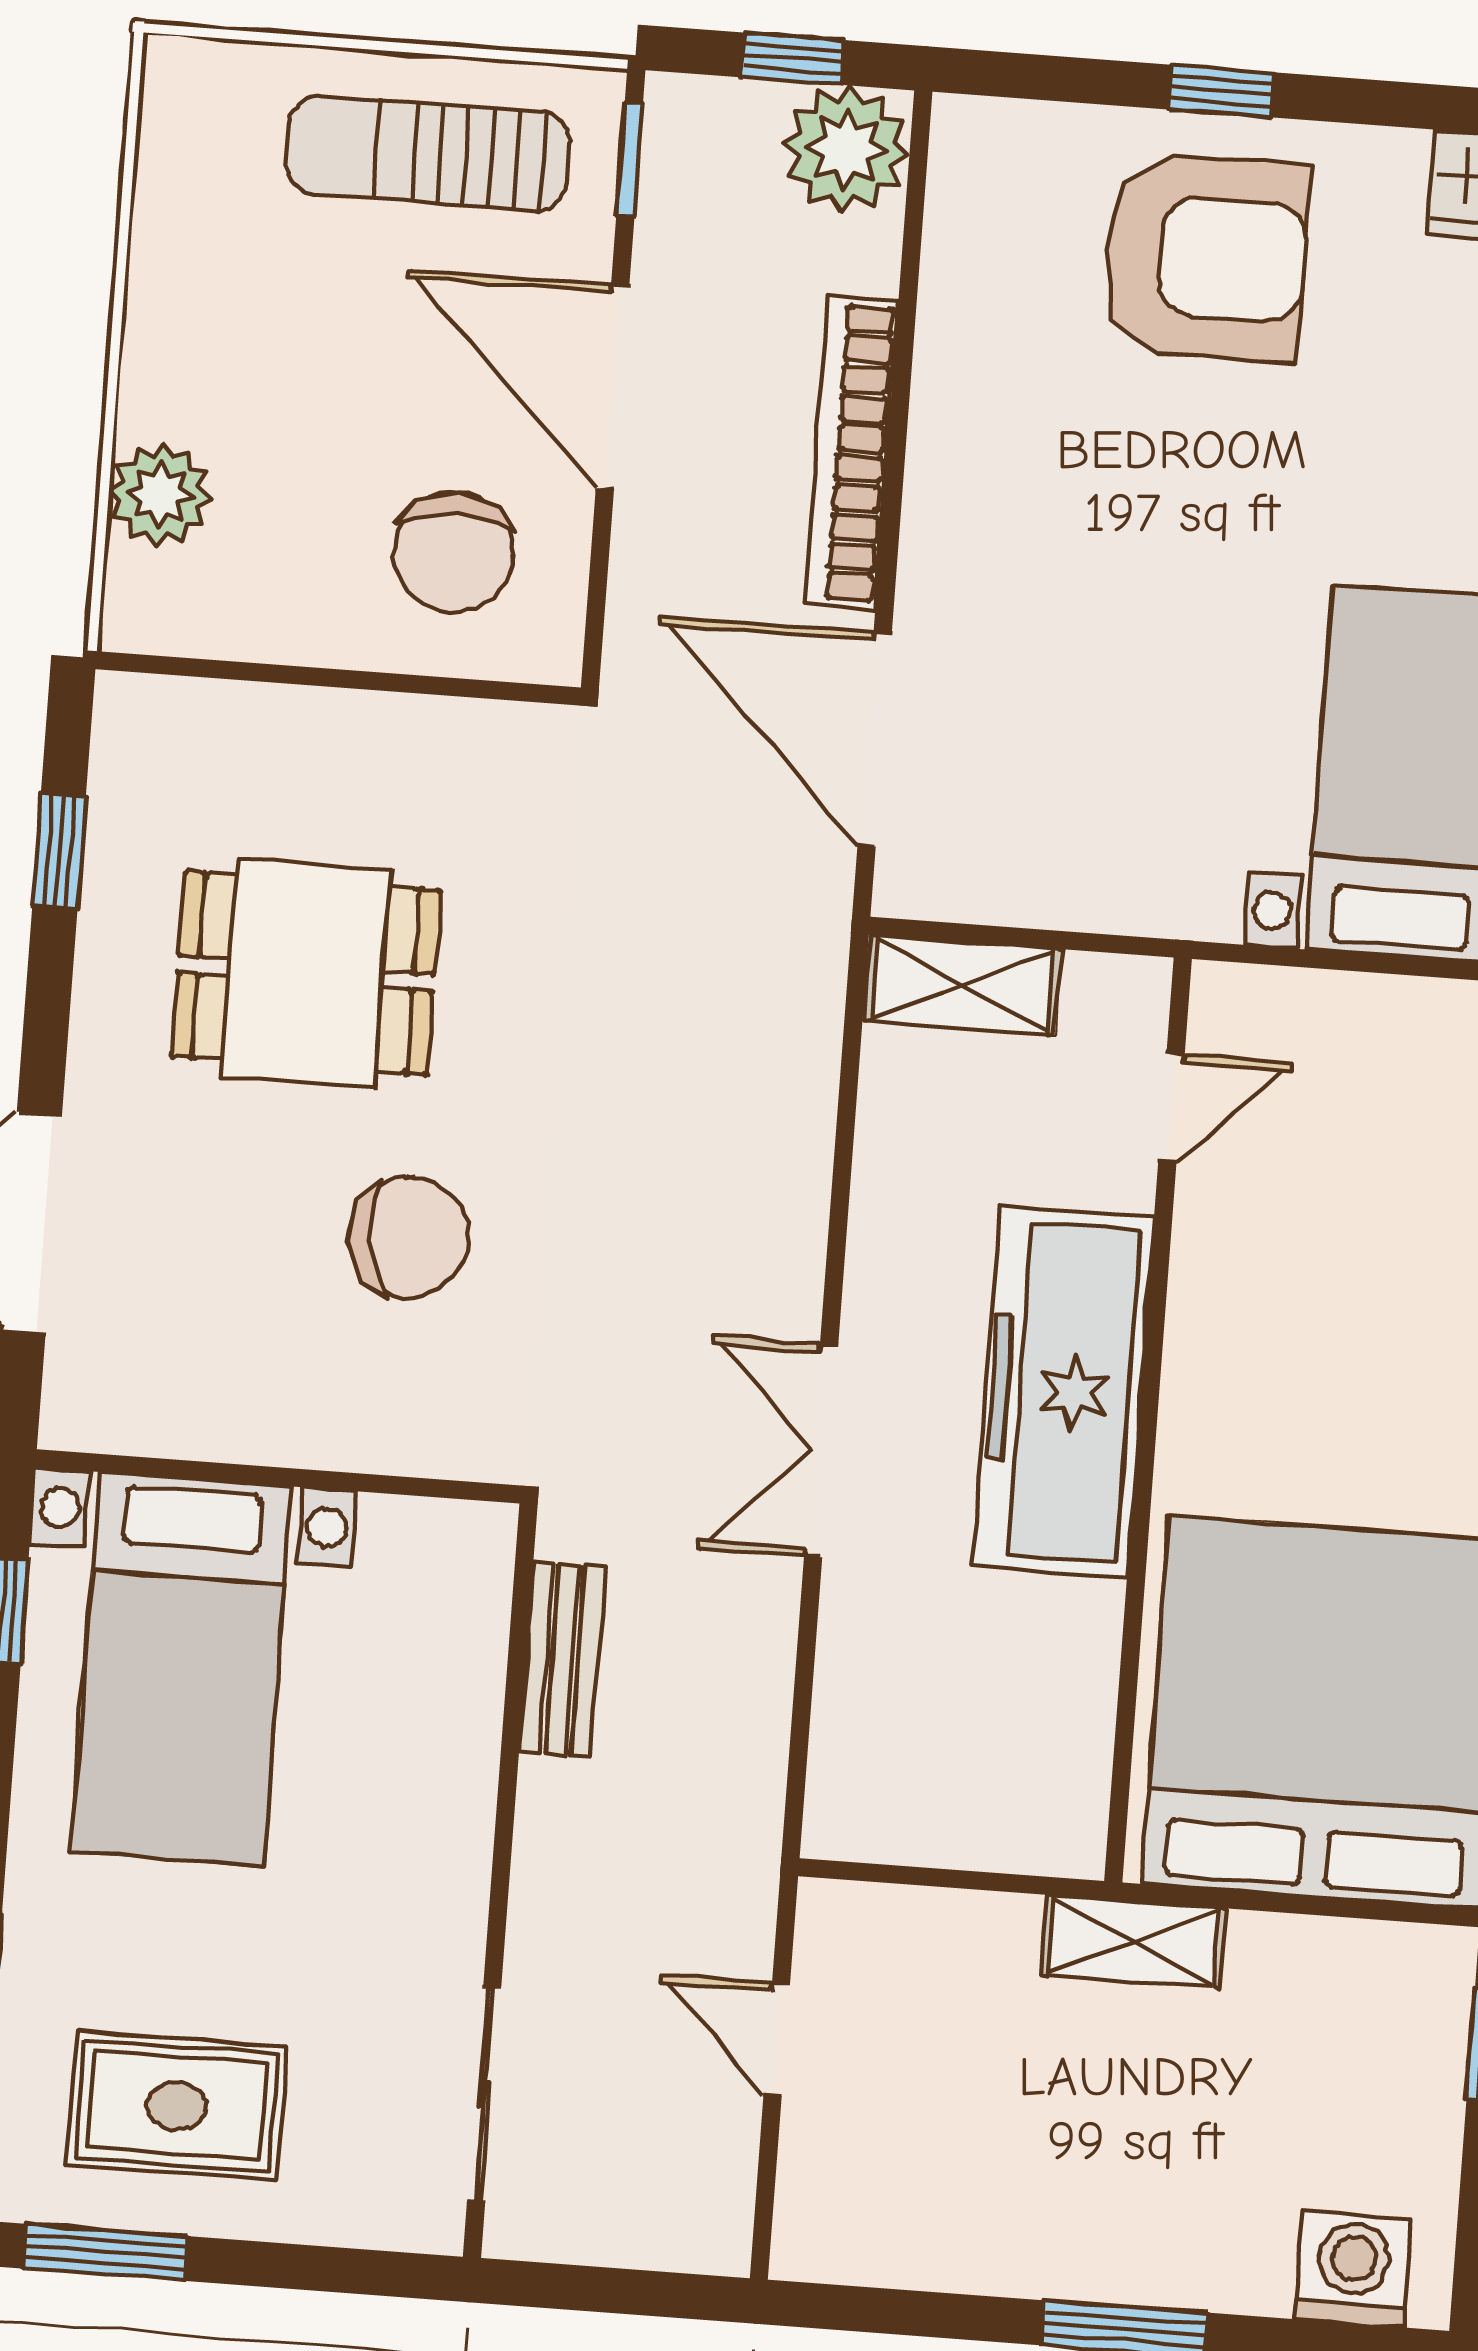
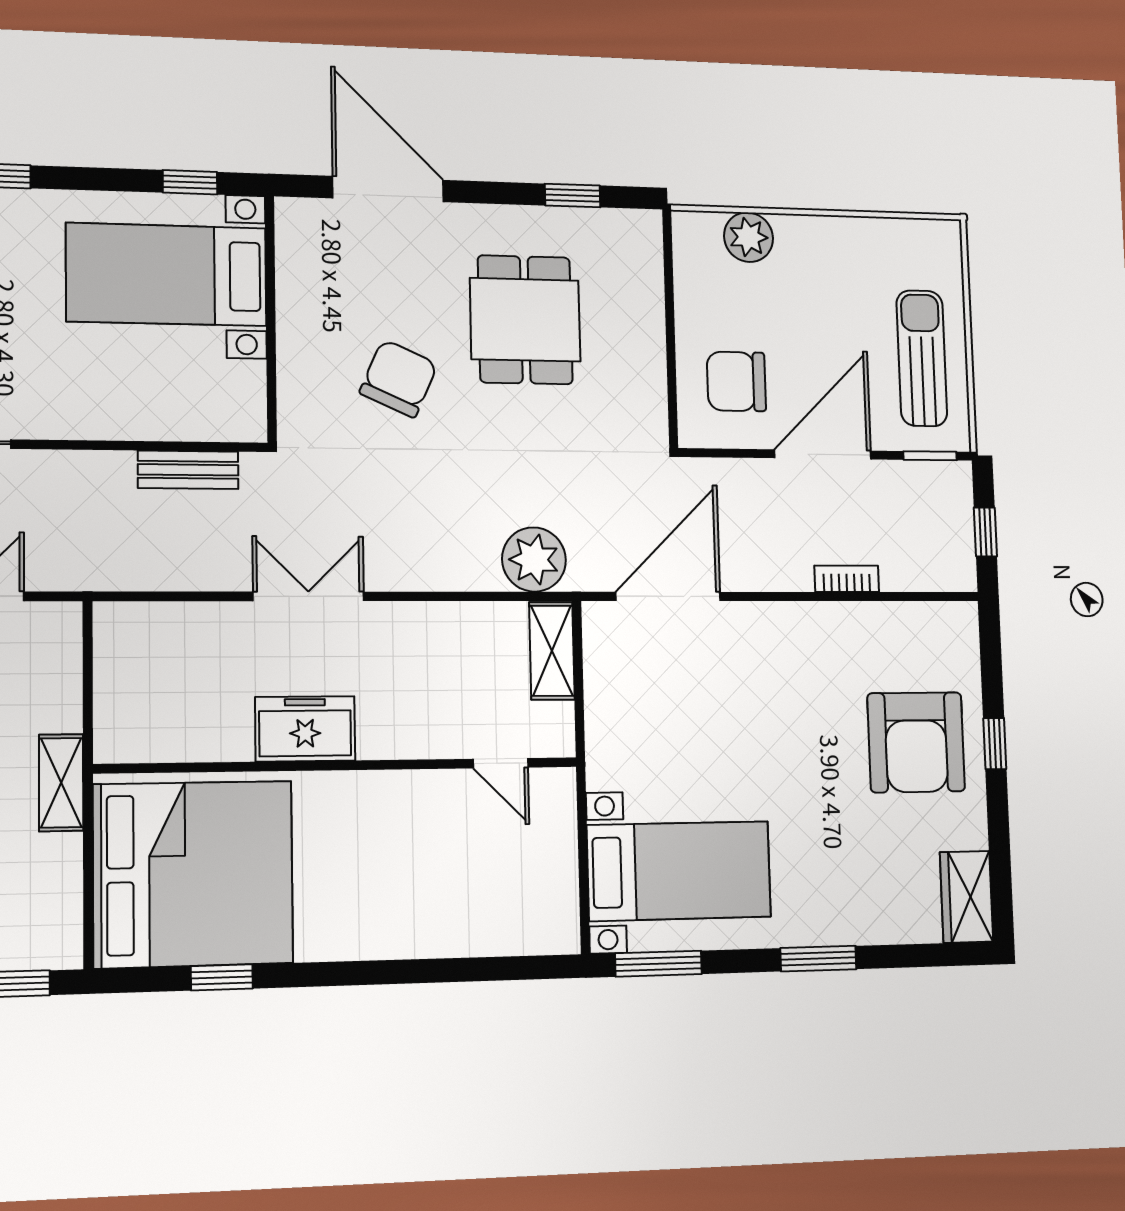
plant: (846, 149) -> (534, 560), moved
bookcase: (852, 453) -> (847, 579), width x0.43, depth x0.76
chair: (409, 1237) -> (399, 378), turned -148
freezer: (1063, 1392) -> (305, 729), width x0.52, depth x0.79

